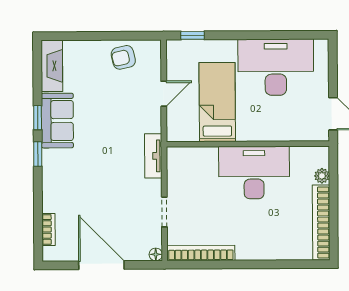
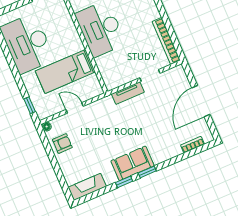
armchair: (123, 57) -> (62, 144), turned -77
sofa: (57, 121) -> (132, 163), moved
tv unit: (153, 156) -> (128, 93), moved
floor lamp: (156, 254) -> (47, 127), moved

